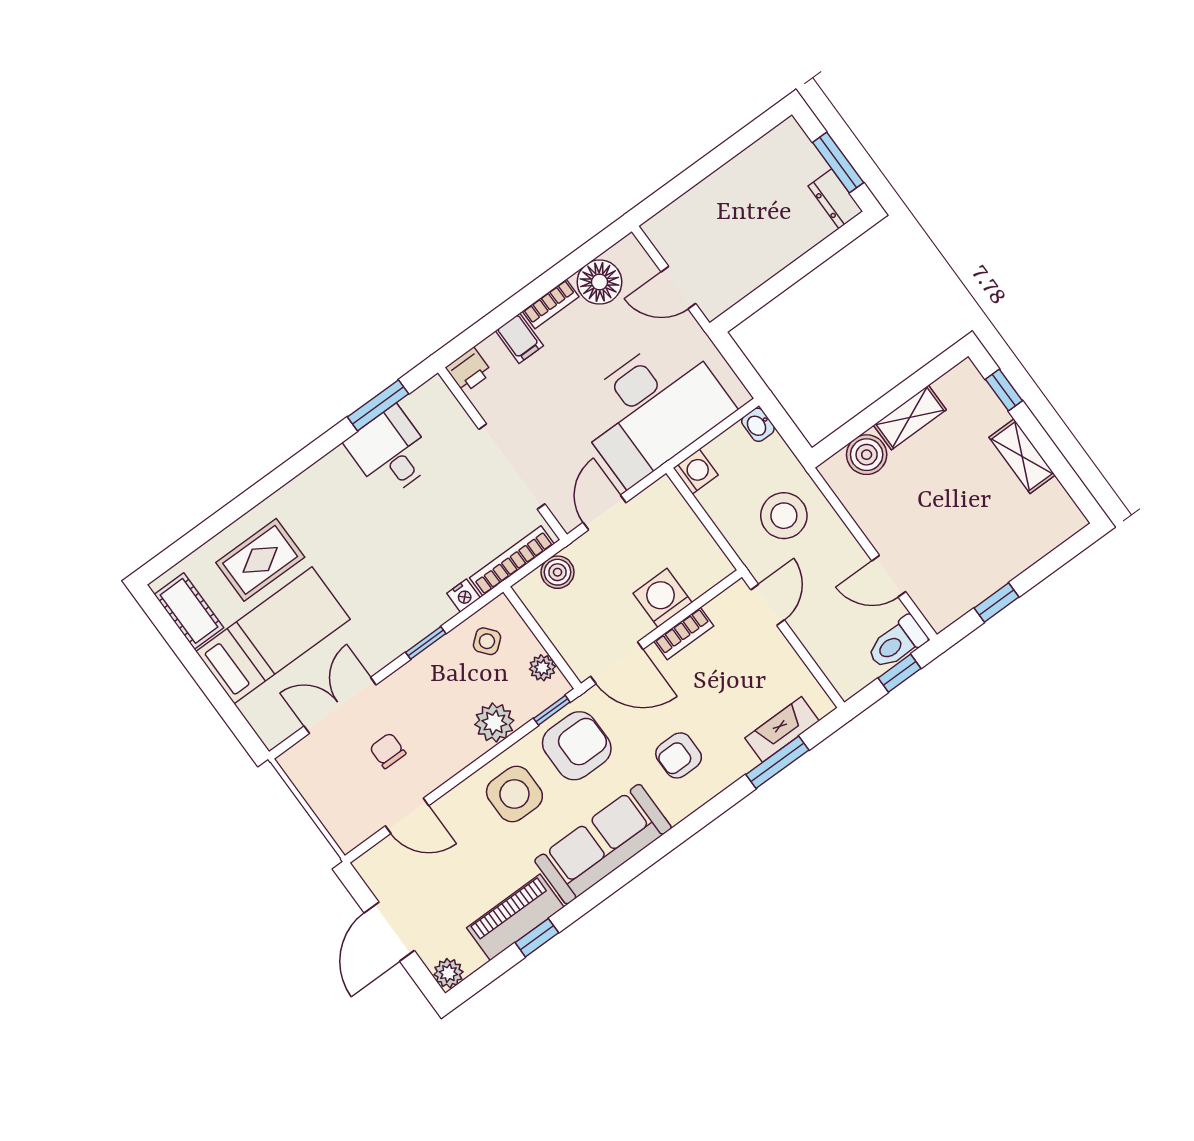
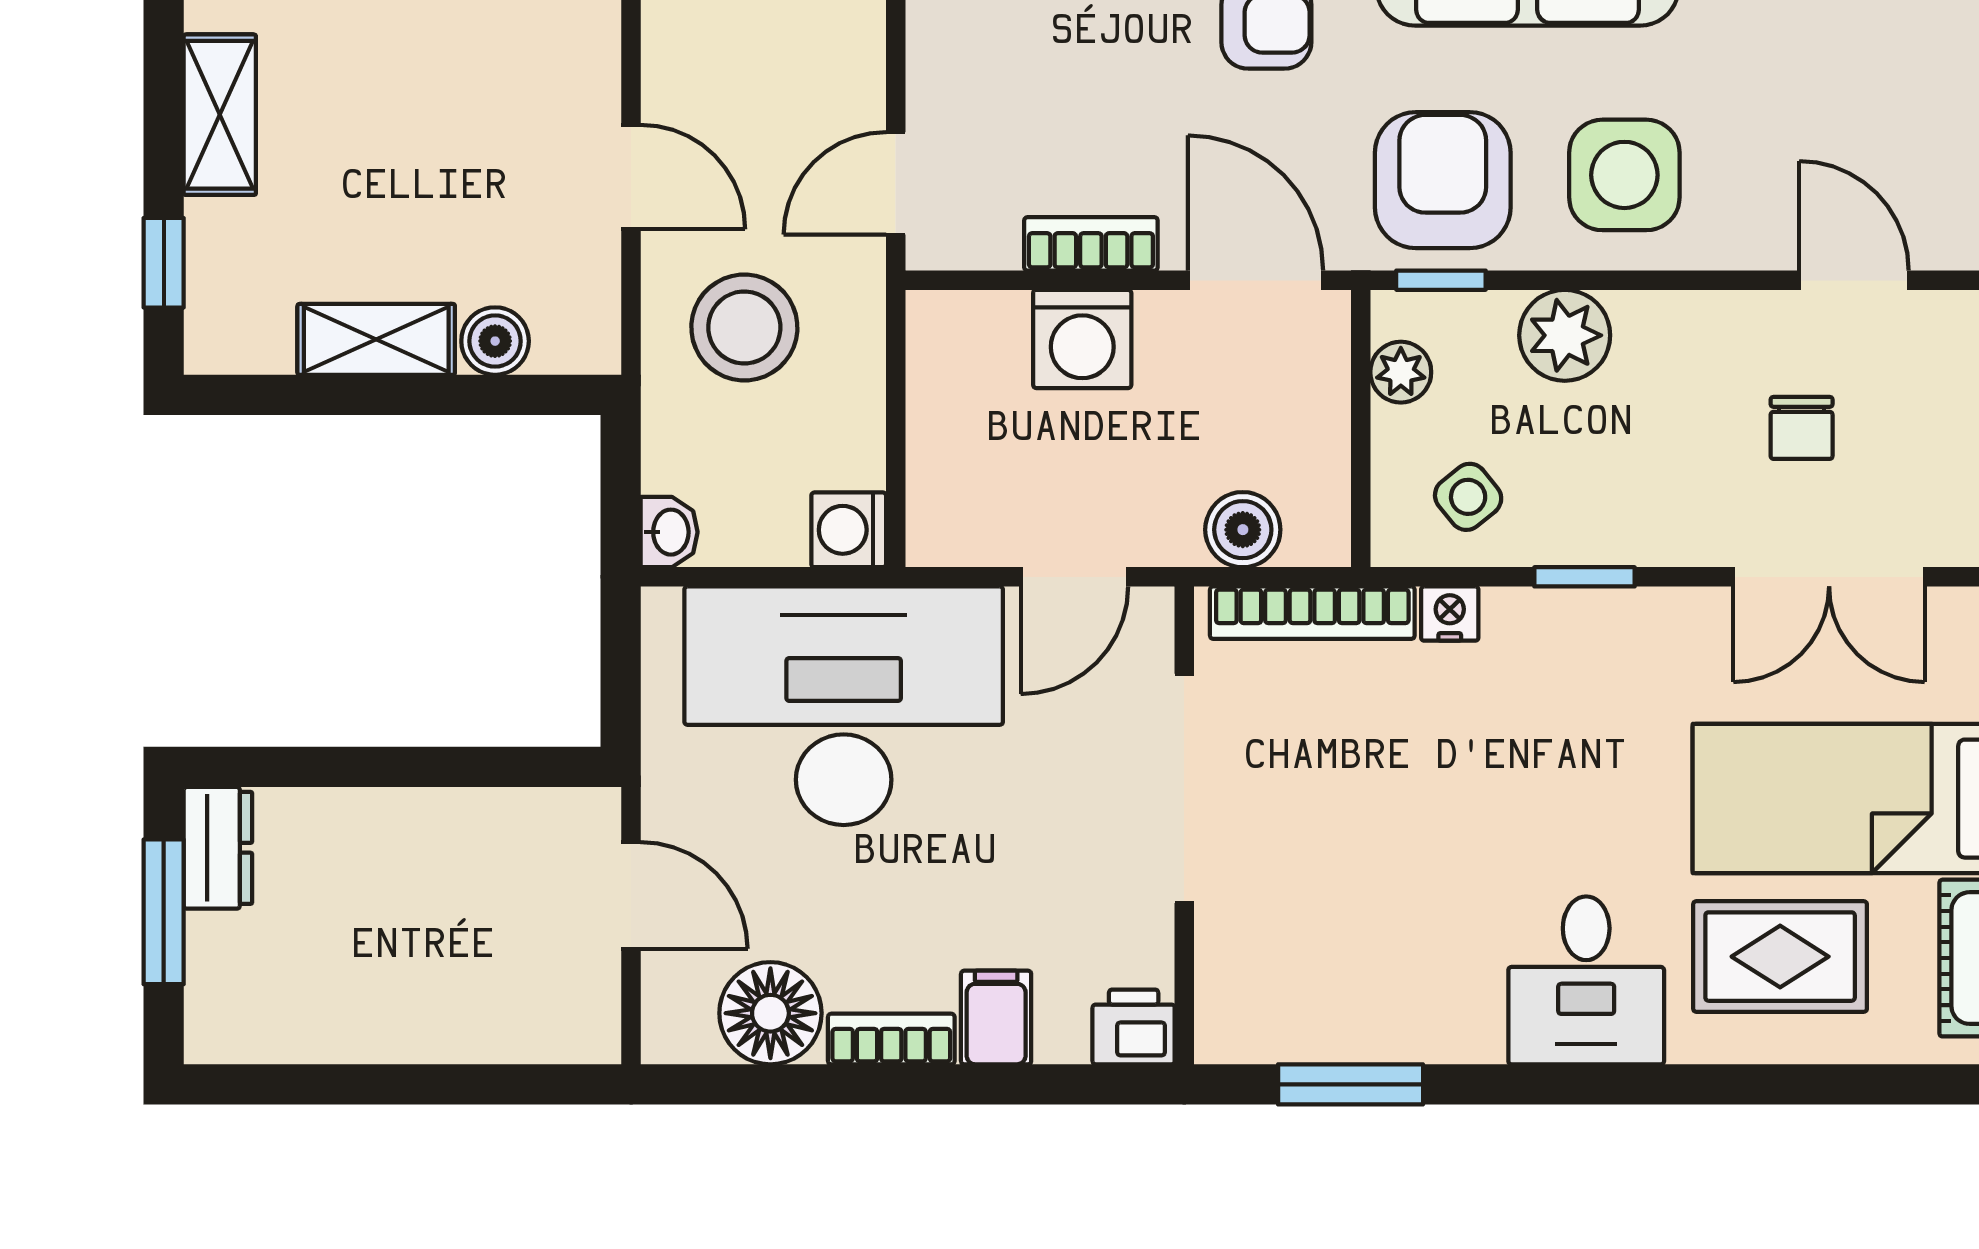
desk: (391, 452) -> (1586, 980), moved
boiler: (867, 455) -> (495, 341), width x0.73, depth x0.73
door: (889, 576) -> (631, 177), moved
armchair: (577, 746) -> (1443, 180), turned 90

